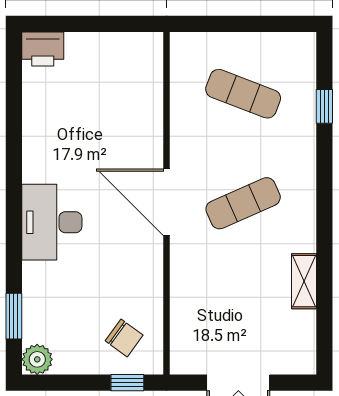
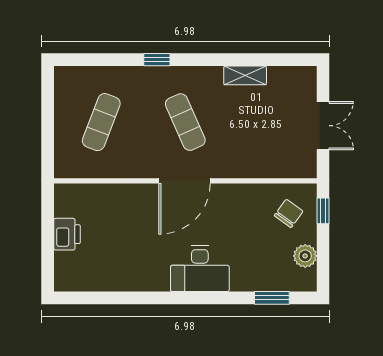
printer: (43, 49) -> (67, 234), moved
window: (324, 106) -> (157, 60), moved
plant: (37, 359) -> (305, 256), moved

